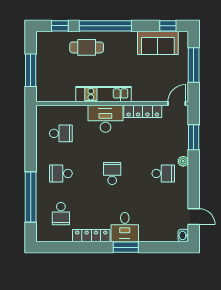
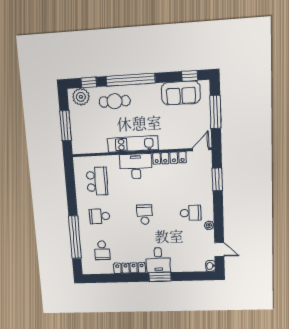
plant: (50, 40) -> (81, 97), added
school desk: (61, 133) -> (97, 181), width x1.85
plant: (183, 161) -> (209, 225), moved

